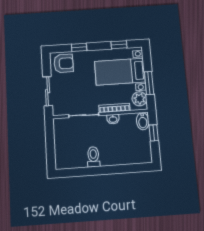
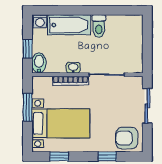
plant: (139, 99) -> (40, 89), removed
bathtub: (119, 156) -> (69, 25), added
washing machine: (145, 157) -> (40, 21), added

